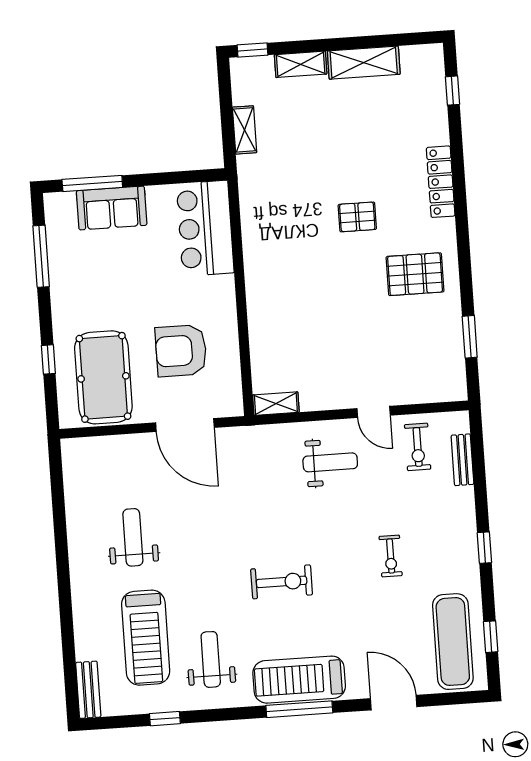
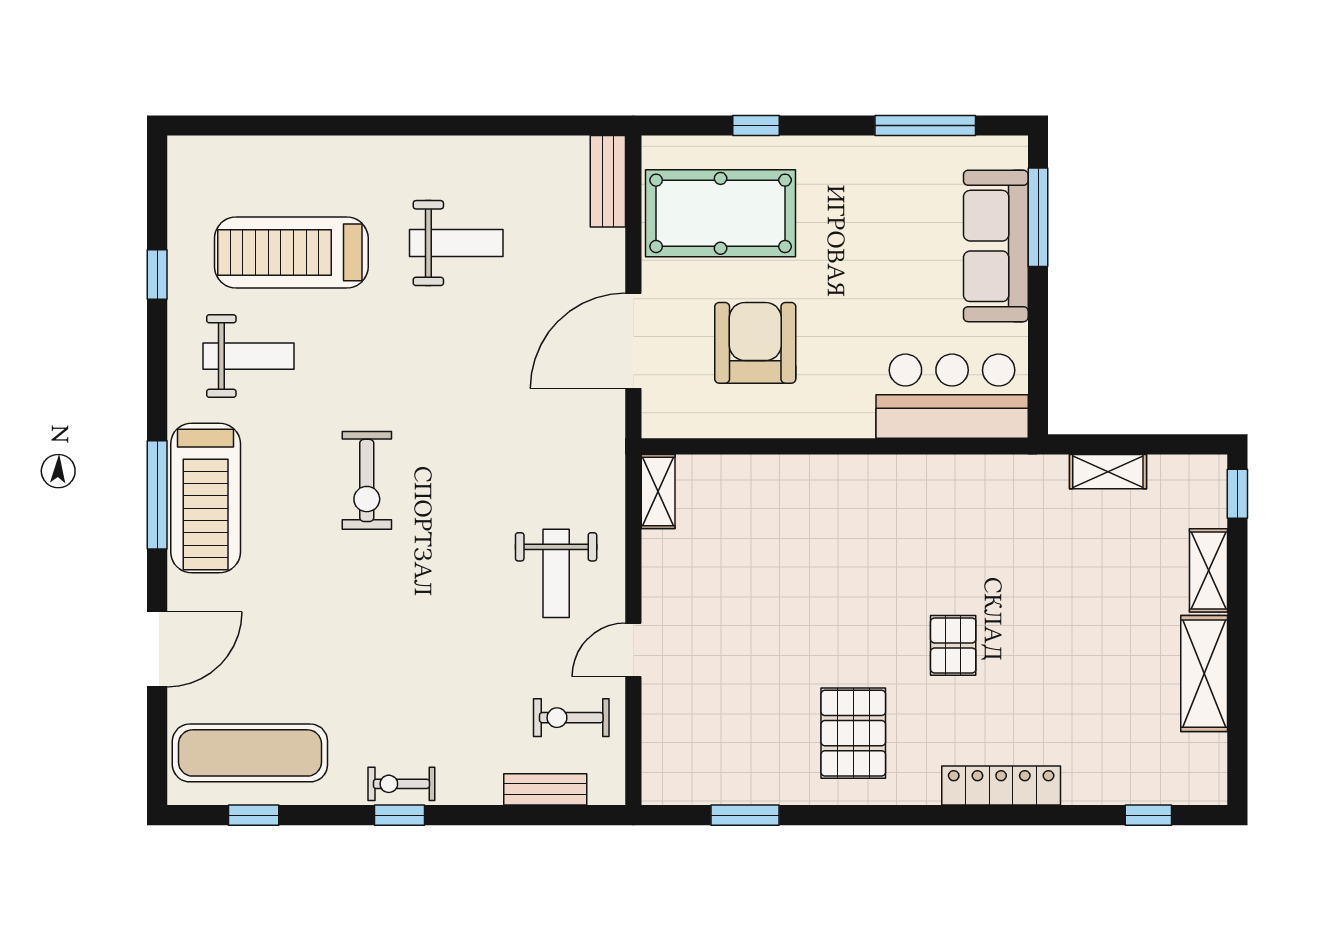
sofa: (112, 208) -> (996, 246), width x1.36
exercise bike: (391, 556) -> (401, 784), moved
treadmill: (299, 680) -> (206, 498), turned 180
bench: (88, 690) -> (608, 181), moved, turned 90

